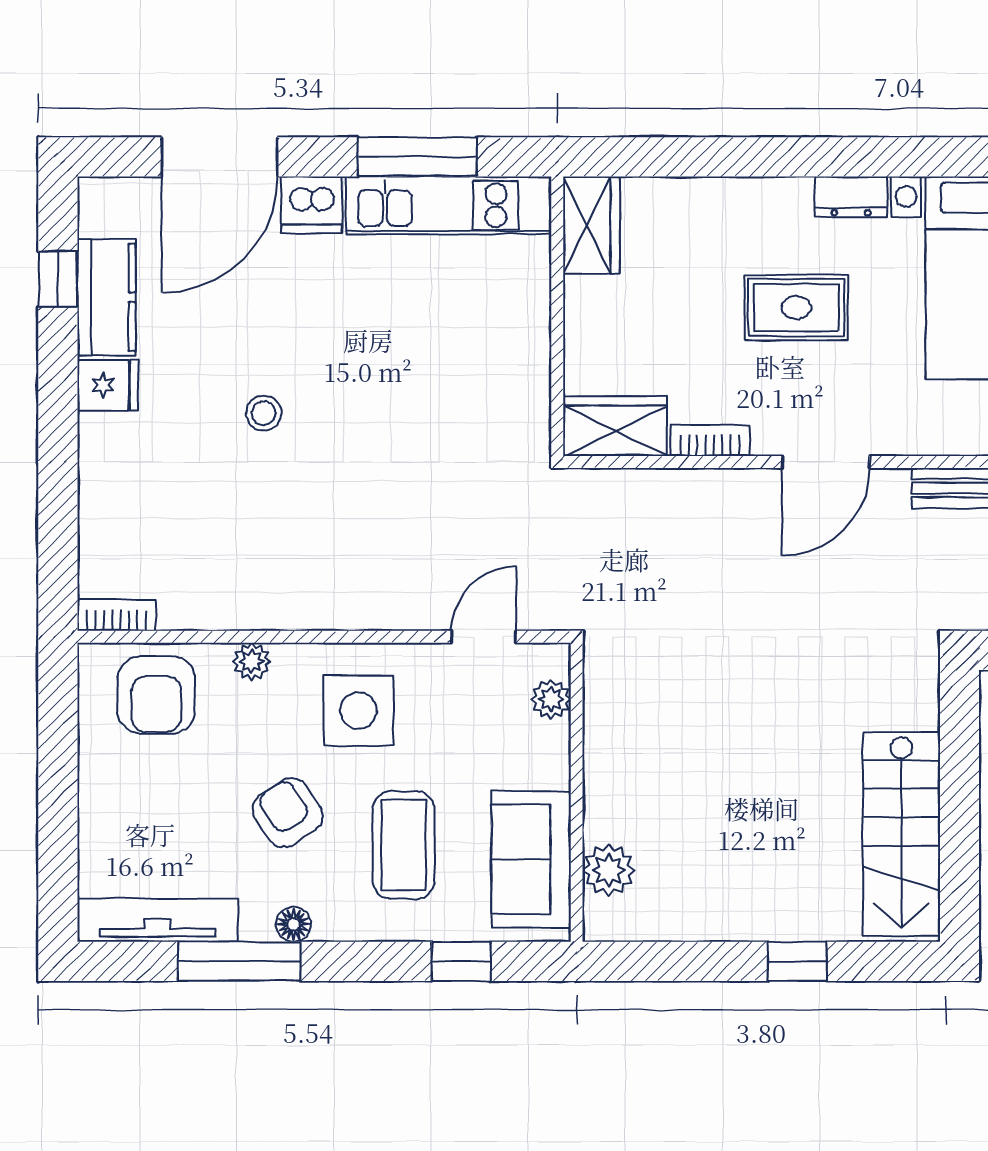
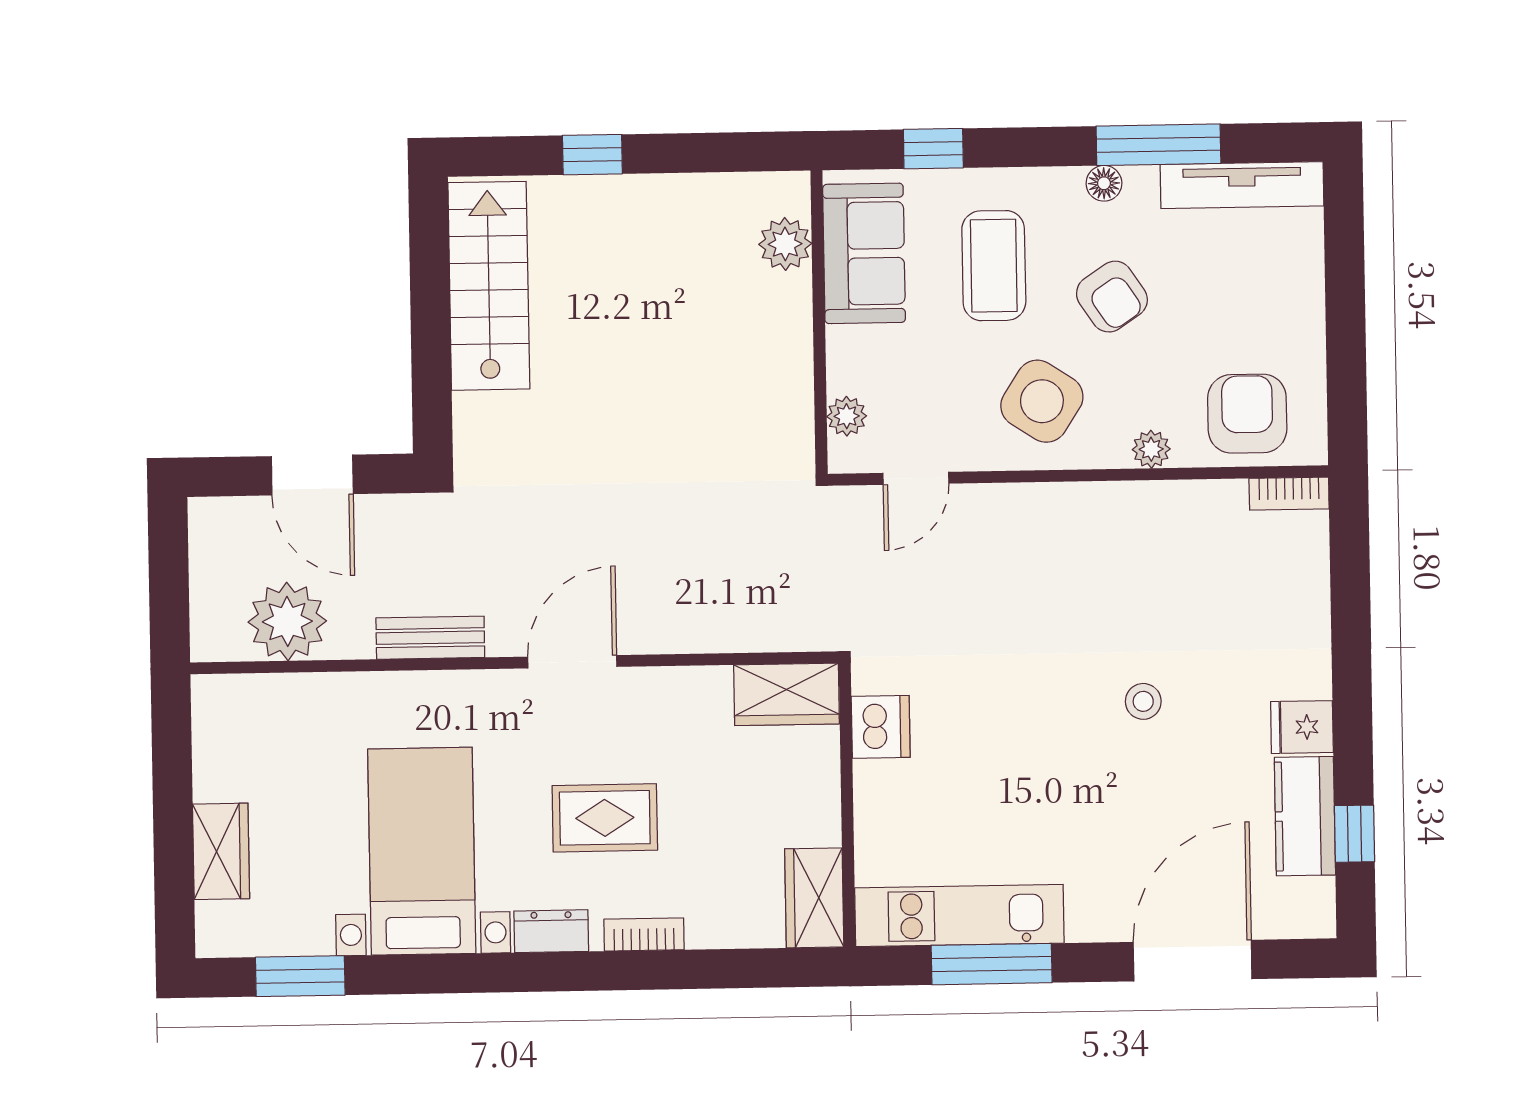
dishwasher: (311, 205) -> (881, 727), moved, turned 90
bookcase: (710, 440) -> (644, 934), moved, turned 180
side table: (358, 711) -> (1042, 401), turned 33

